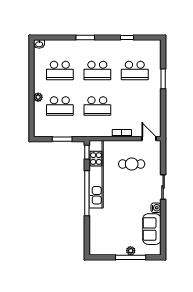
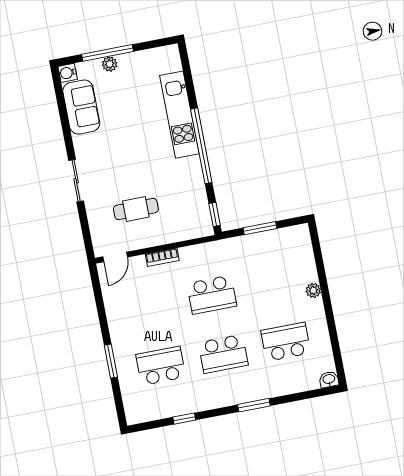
school desk: (97, 71) -> (223, 354), turned 180
school desk: (60, 106) -> (274, 283), removed
school desk: (97, 106) -> (212, 295), turned 180
door: (149, 139) -> (115, 257), hinge flipped
kitchen unit: (96, 174) -> (179, 115), moved, width x0.73
water cooler: (156, 208) -> (68, 73), moved

